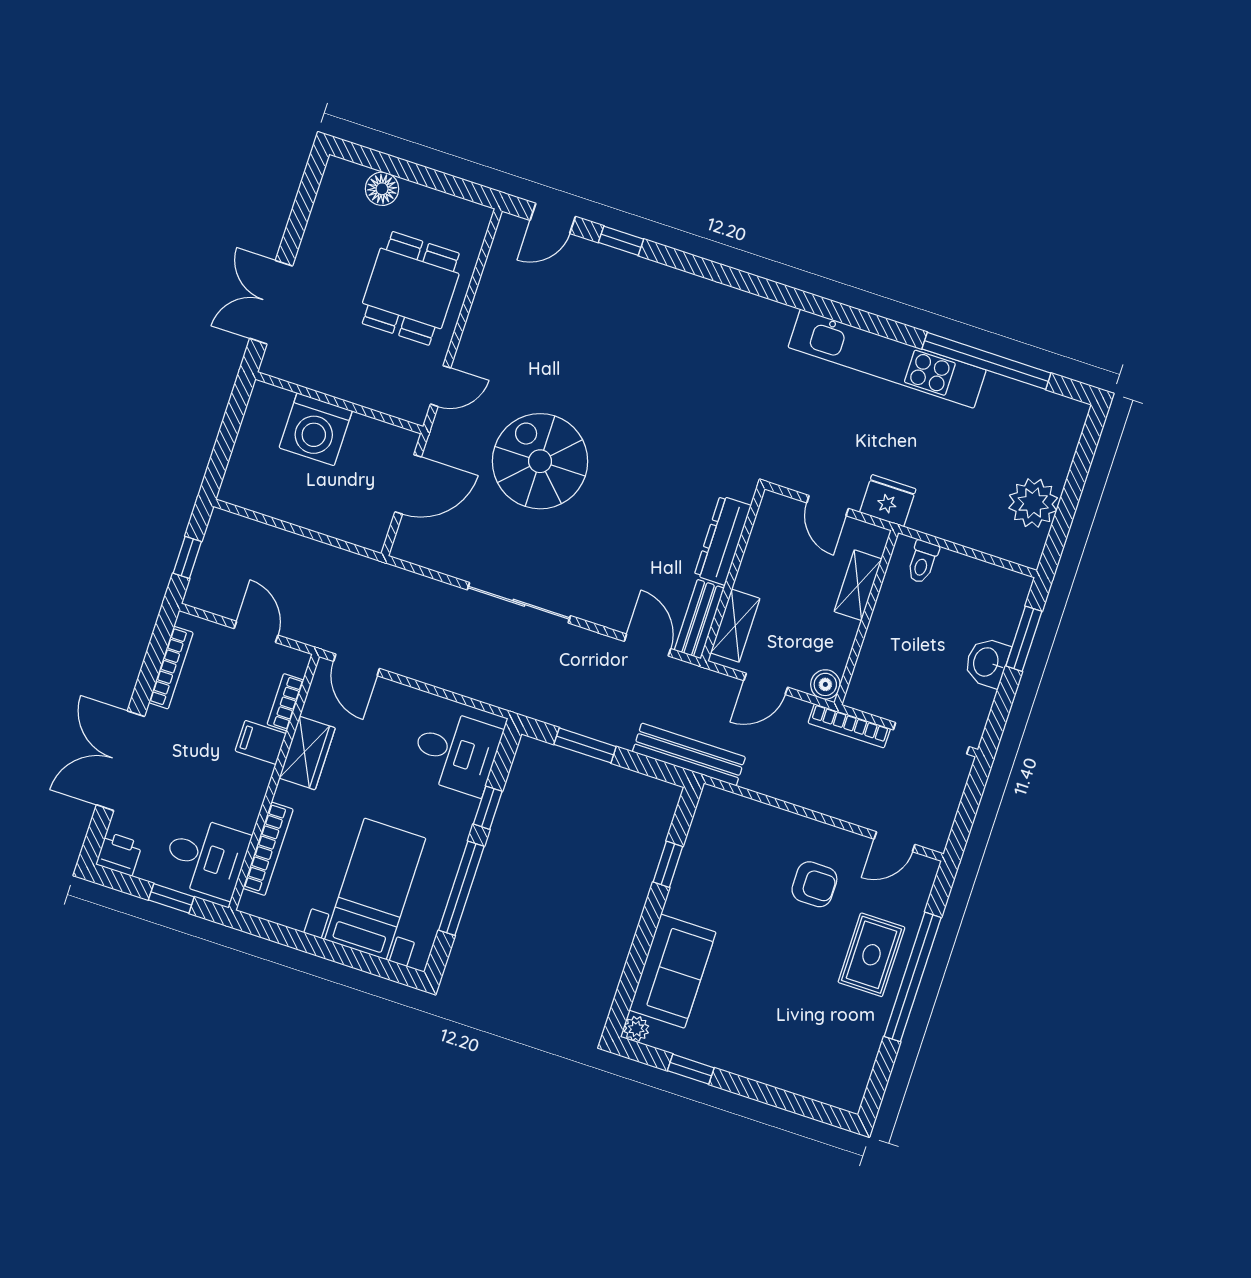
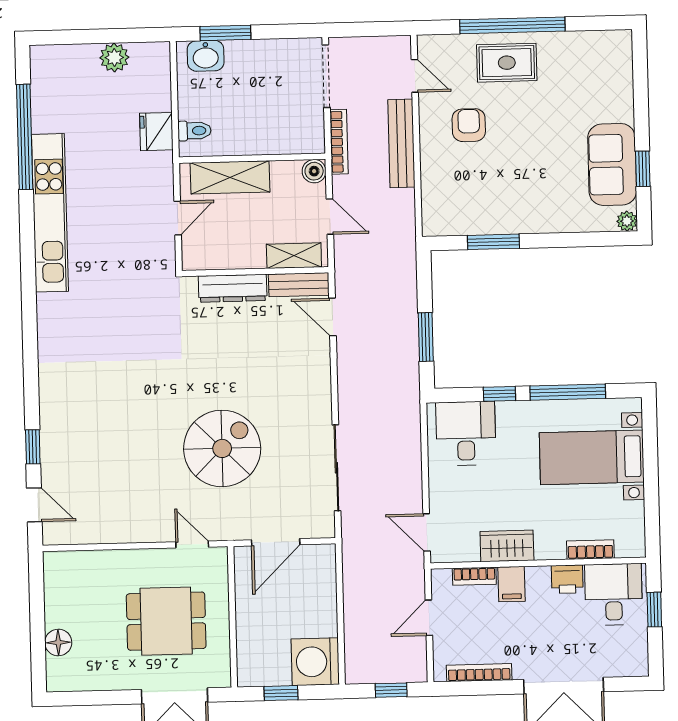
dining table: (411, 288) -> (166, 621), moved
window: (230, 428) -> (281, 693), added
washing machine: (316, 429) -> (315, 662), moved, turned 180
spiral stairs: (540, 461) -> (222, 448), turned 180
door: (408, 484) -> (276, 542), swing flipped
fridge: (888, 501) -> (156, 132), moved
plant: (1033, 503) -> (114, 57), width x0.73, depth x0.73
shelving: (858, 585) -> (230, 177), width x1.50, depth x1.33
sliding door: (519, 603) -> (336, 468), moved
door: (647, 645) -> (332, 317), hinge flipped
washbasin: (987, 662) -> (206, 56), moved
door: (356, 665) -> (427, 532), swing flipped
bench: (689, 754) -> (401, 143), moved
bookcase: (268, 849) -> (590, 550), width x0.64
printer: (119, 854) -> (567, 579), moved, turned -90
window: (668, 864) -> (493, 242), width x1.50
sofa: (673, 971) -> (612, 164), moved, turned -90

